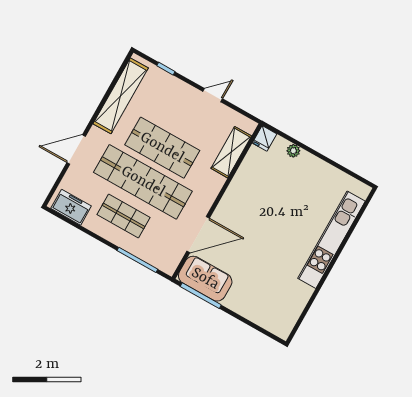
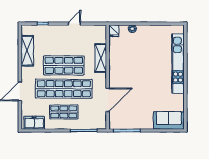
shelving: (121, 96) -> (27, 51), width x0.68
shelving: (231, 152) -> (101, 58), moved
sofa: (205, 279) -> (169, 120), moved

